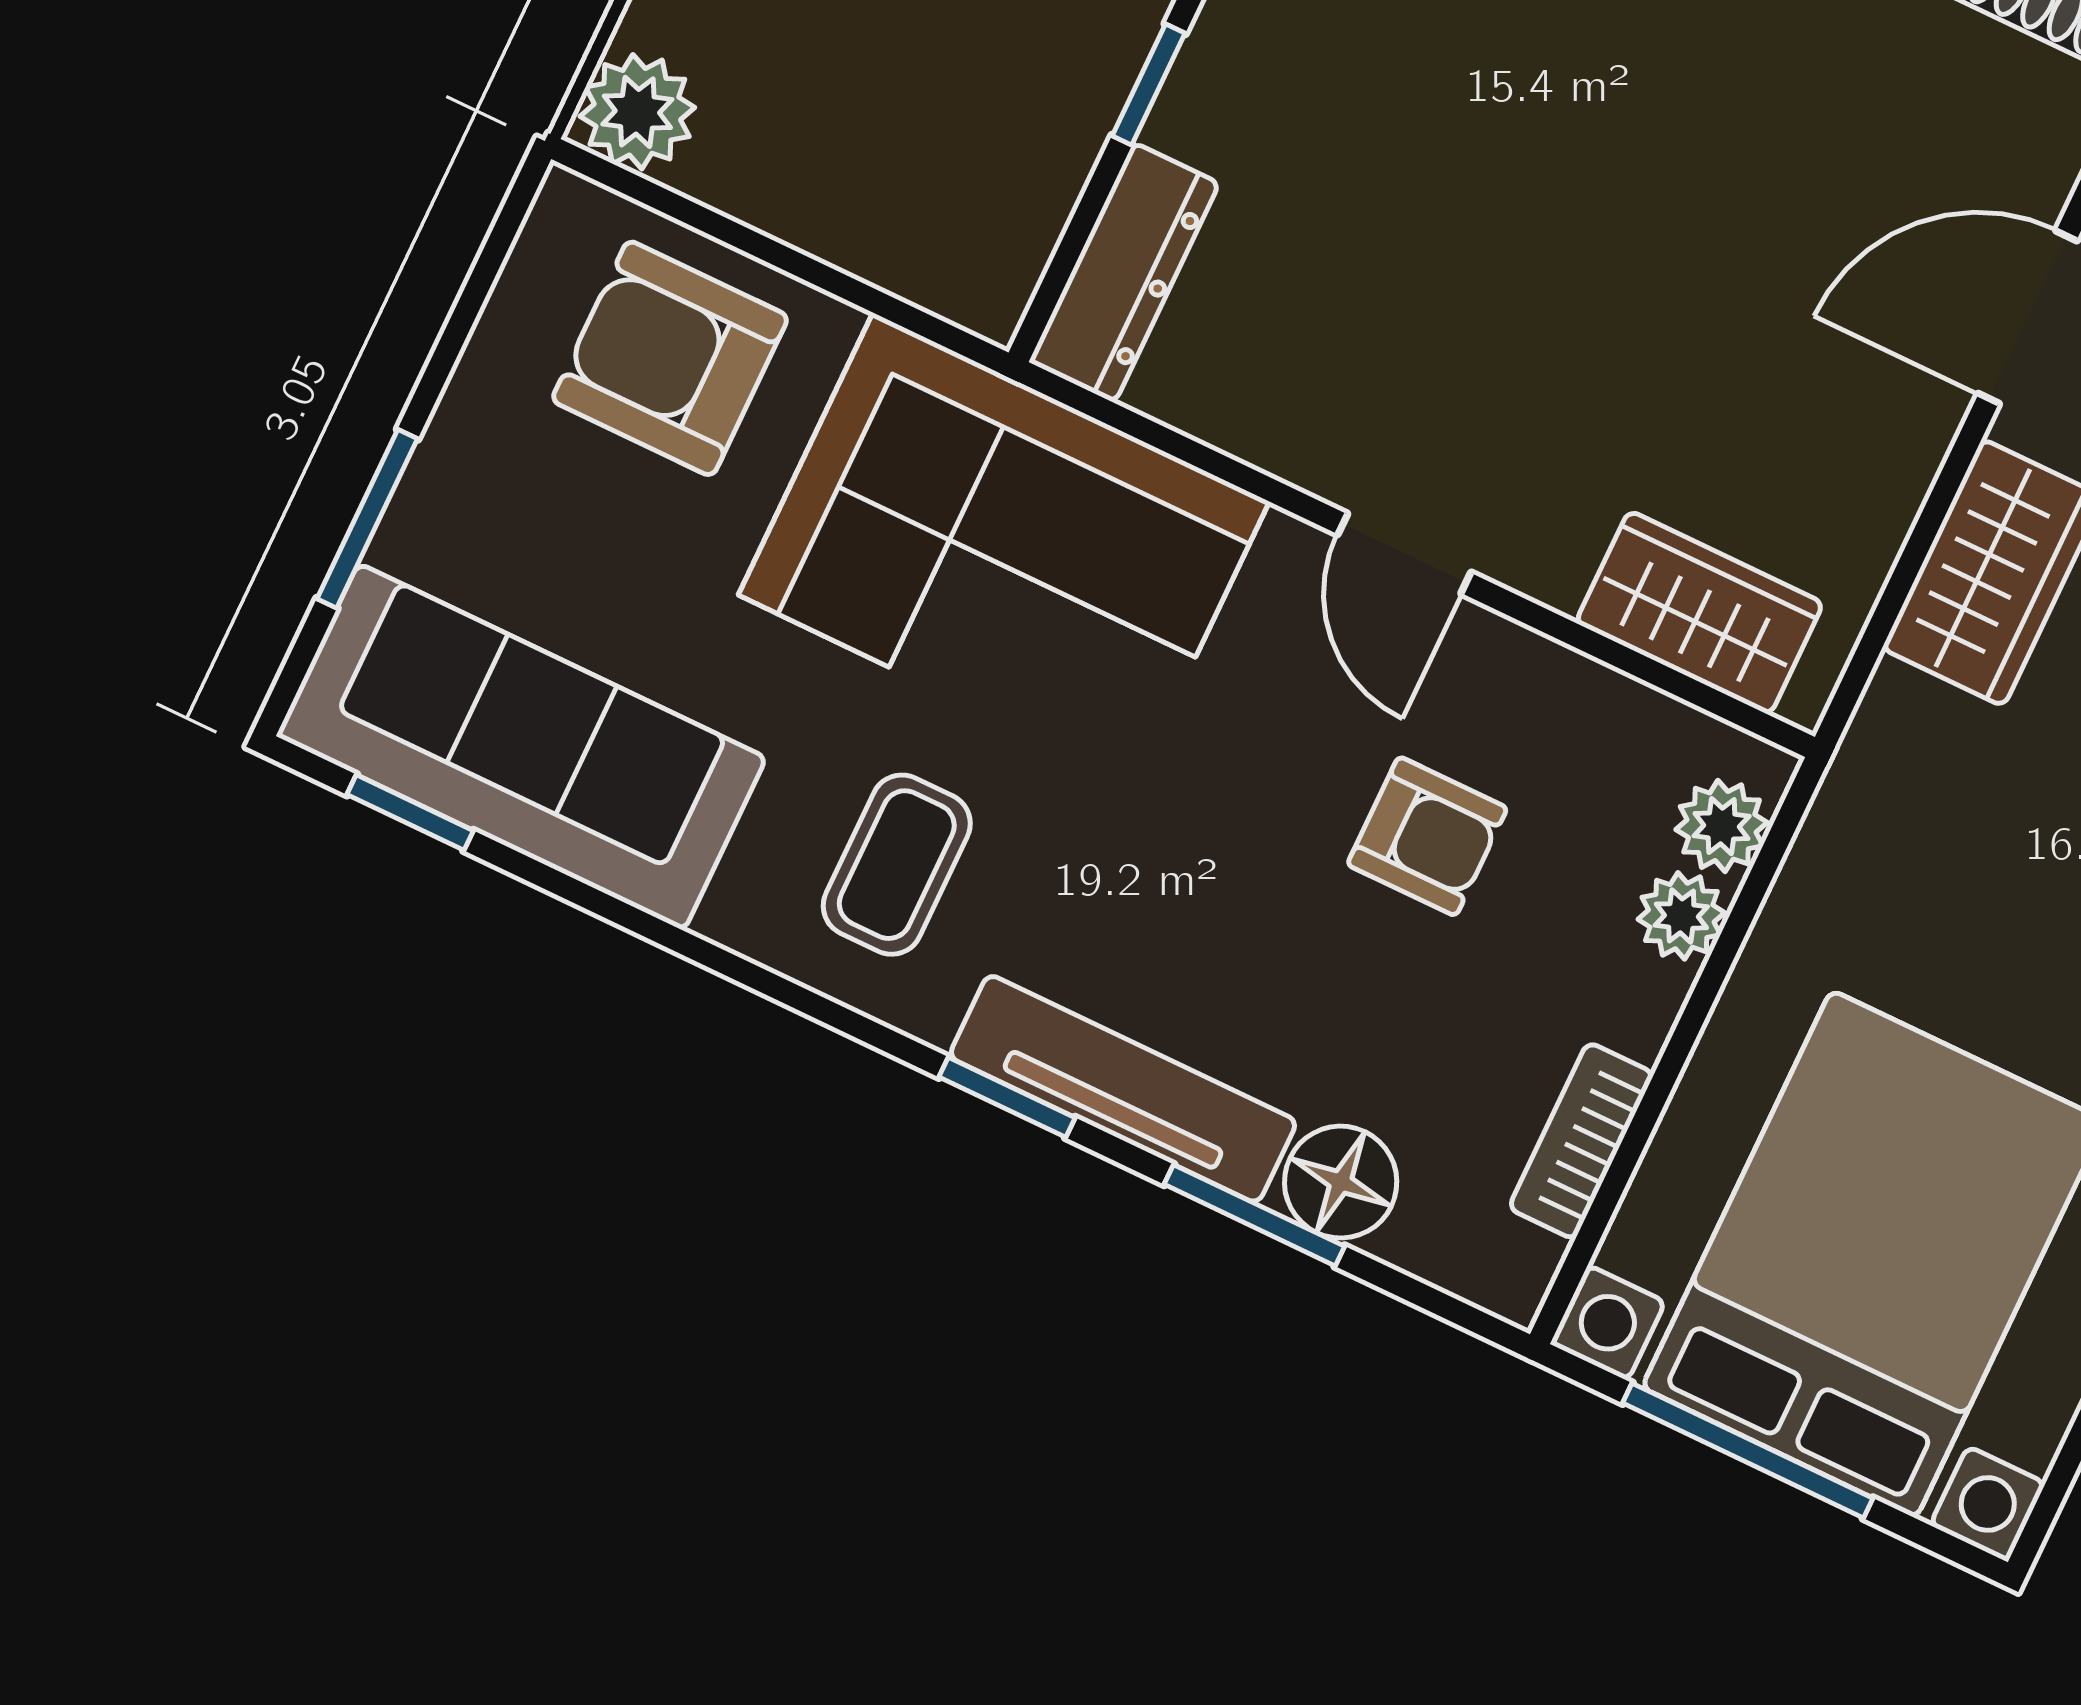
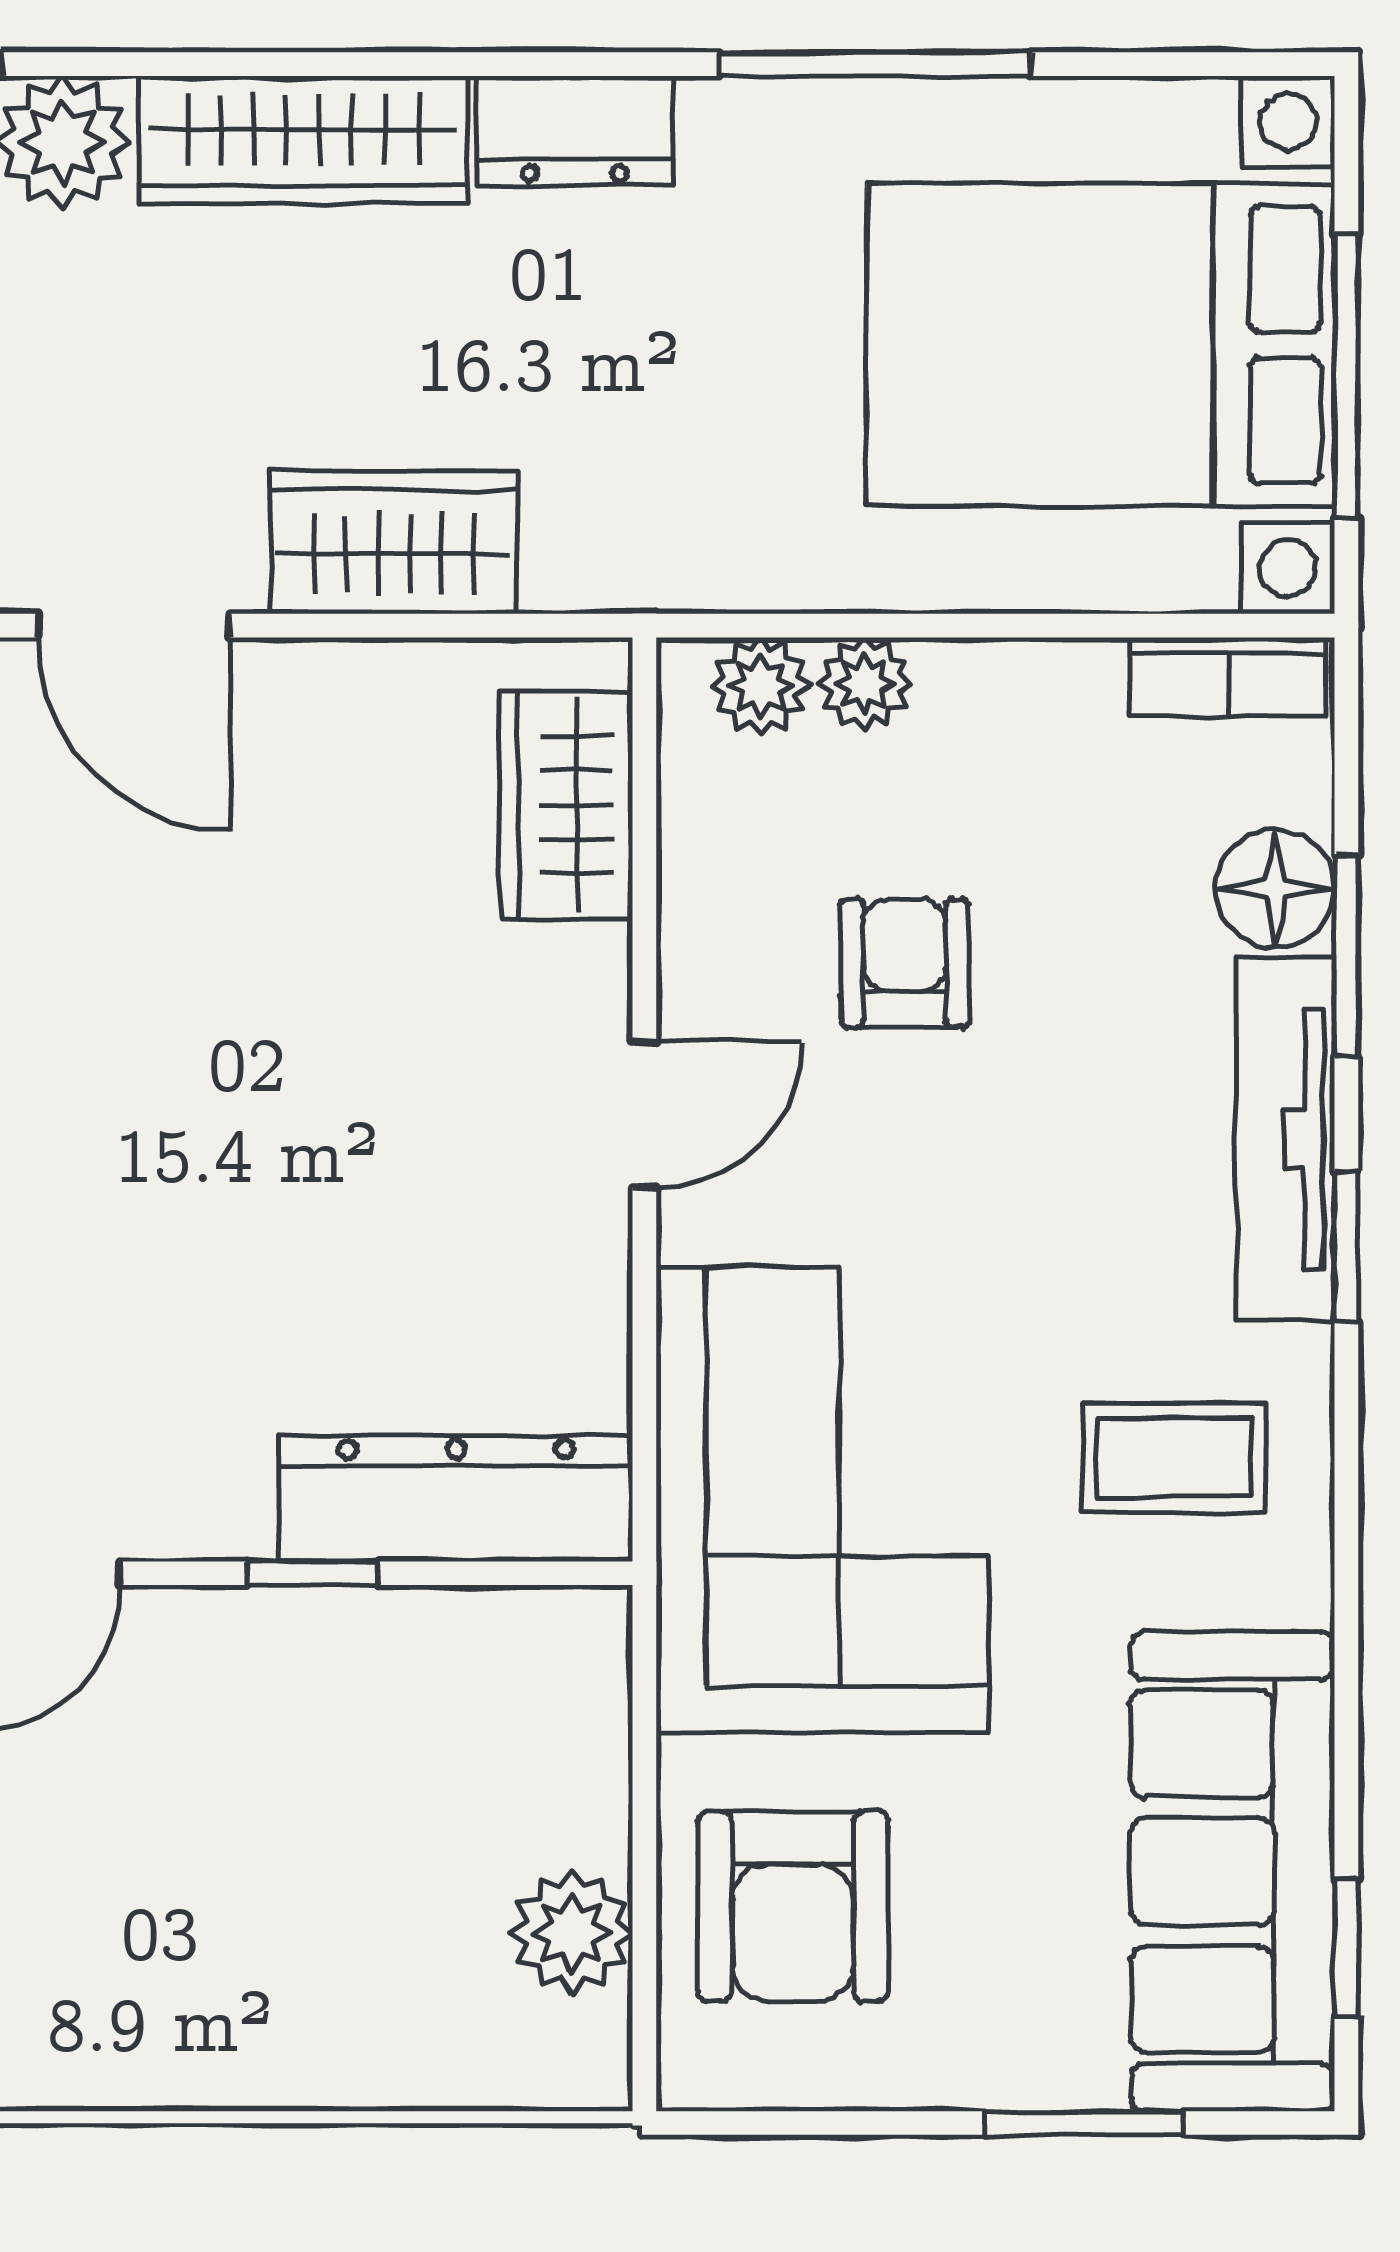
plant: (637, 112) -> (572, 1932), moved
dresser: (1124, 273) -> (456, 1498), width x1.37, depth x1.24
bookcase: (1581, 1141) -> (1228, 677), moved

